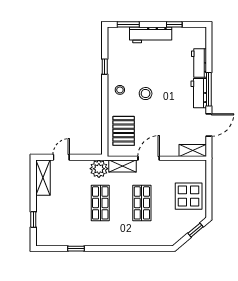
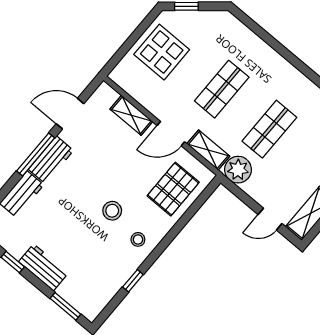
workbench: (151, 35) -> (43, 267), width x0.73
shelving: (193, 151) -> (131, 115), moved

